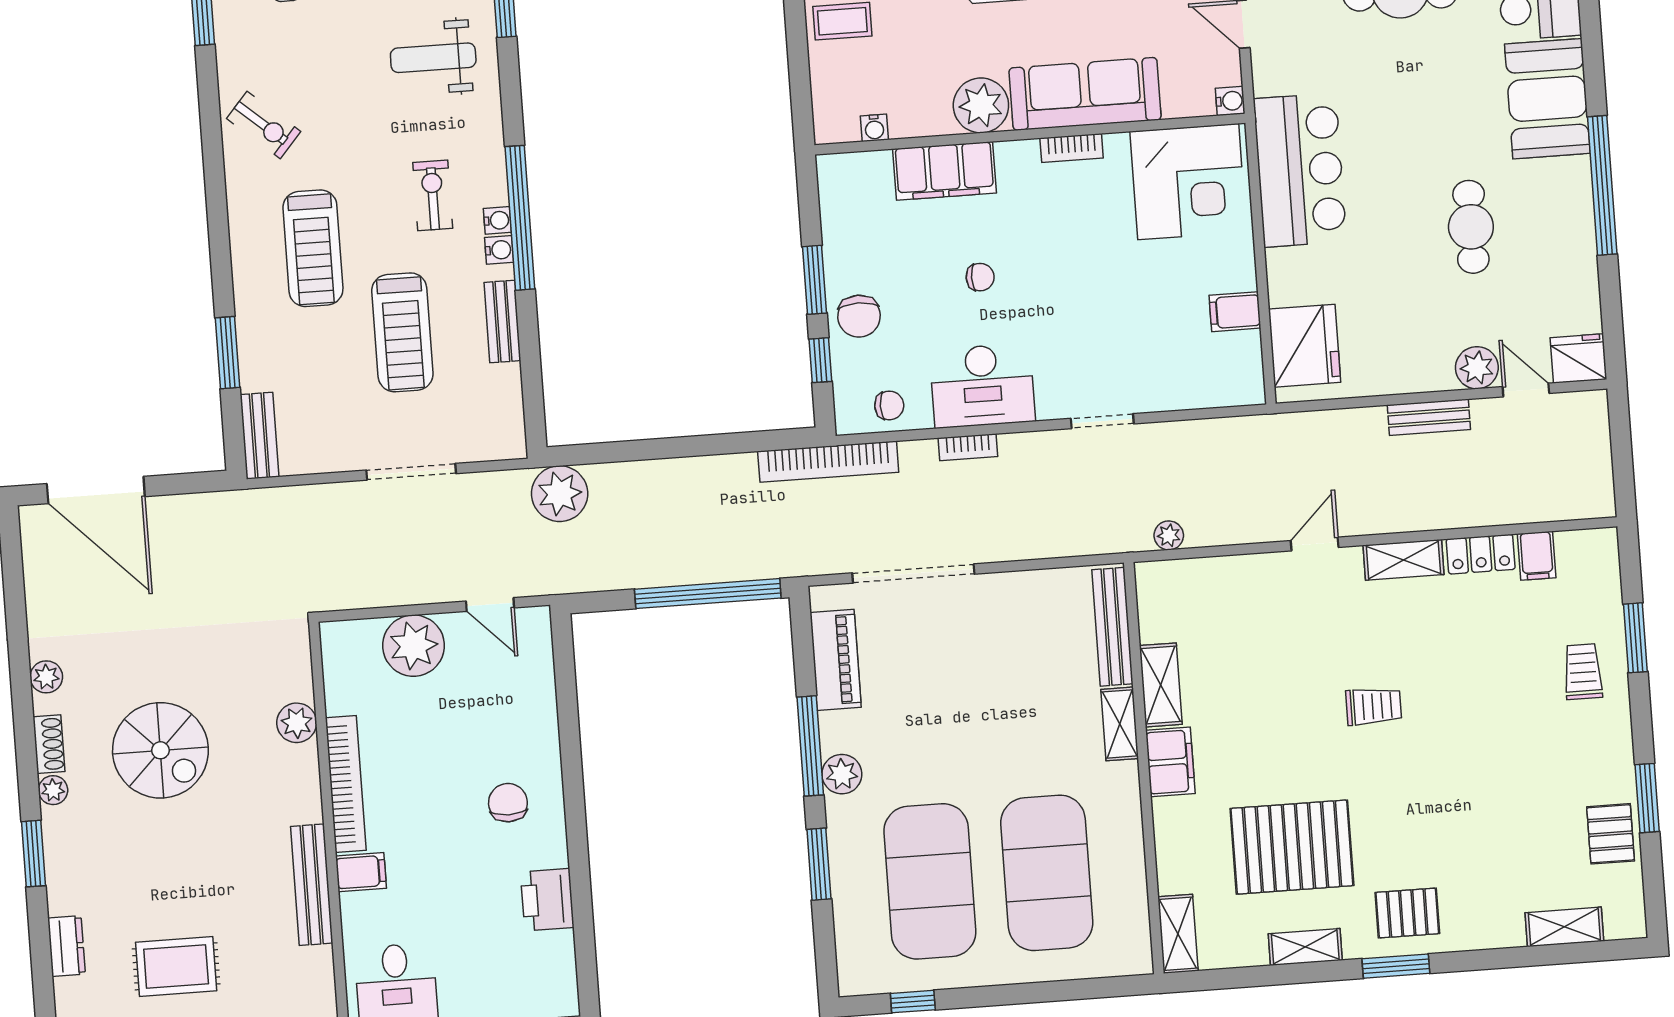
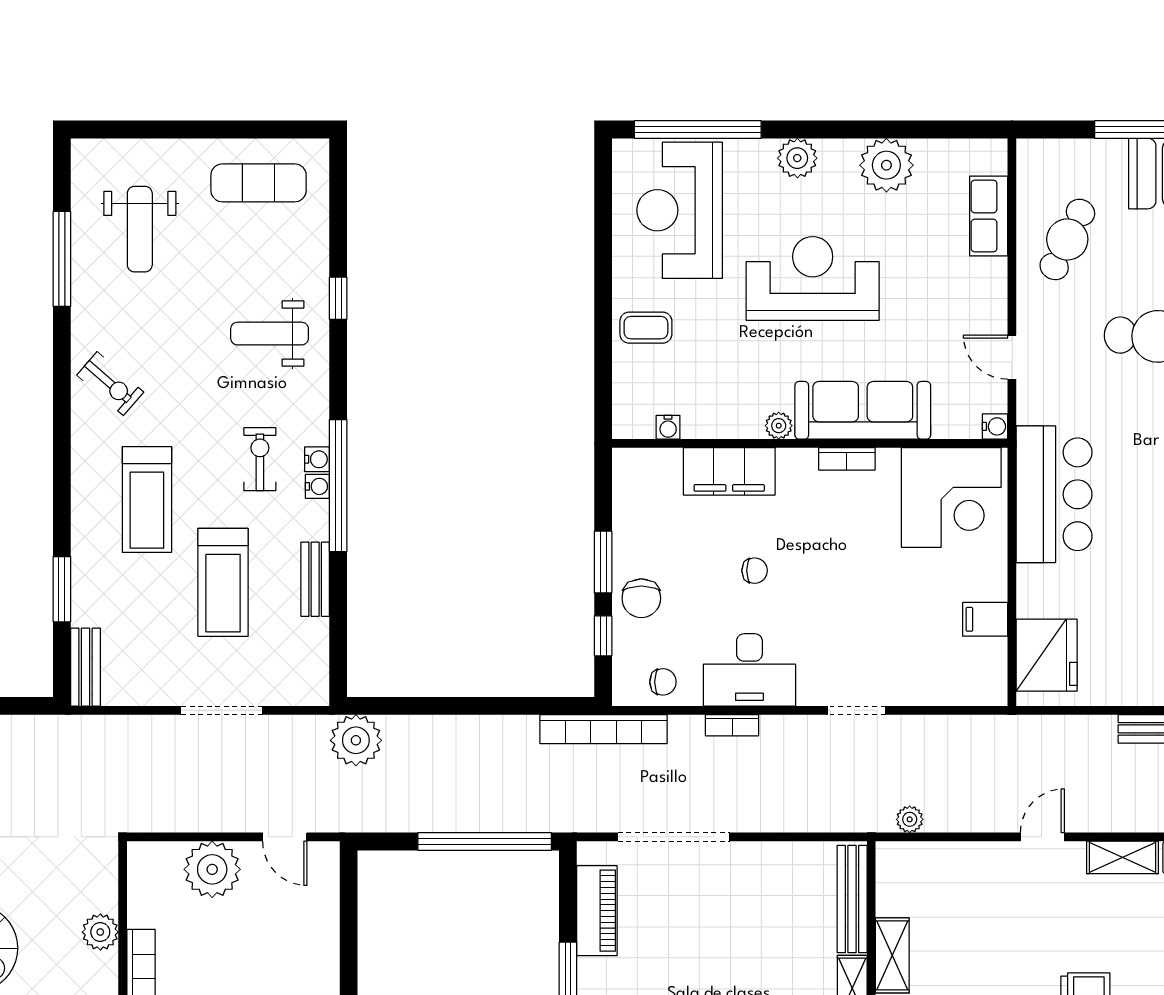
plant: (981, 105) -> (779, 426), width x0.53, depth x0.53
water cooler: (499, 250) -> (317, 459), moved

